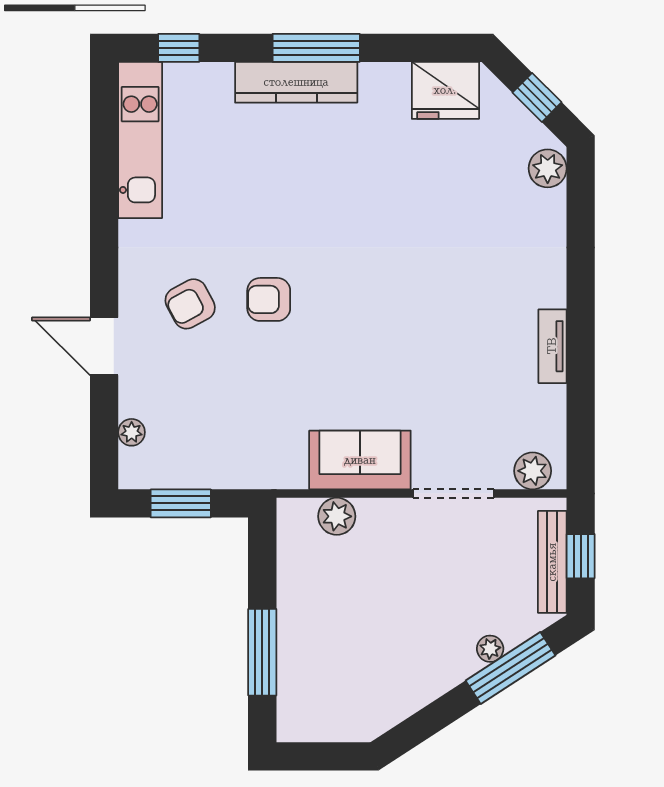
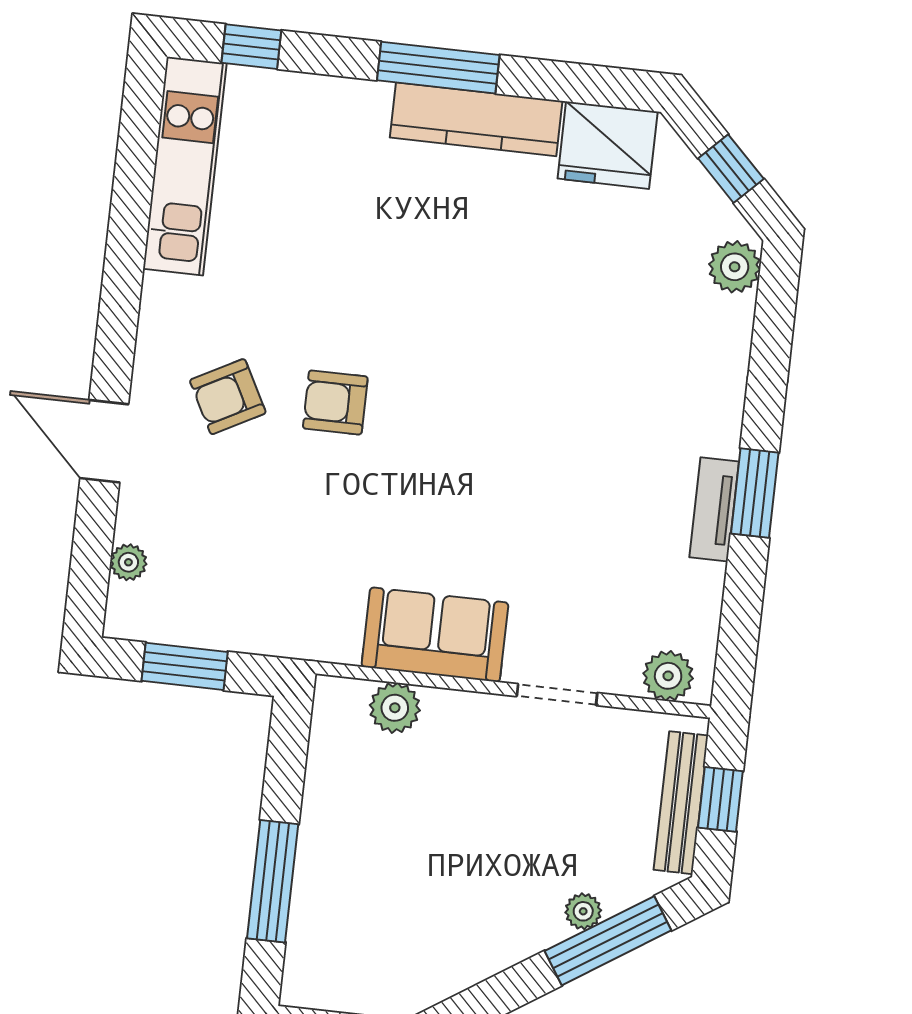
kitchen counter: (296, 82) -> (476, 119), moved
window: (581, 331) -> (755, 493), added
doorway: (453, 494) -> (557, 695), width x0.73

